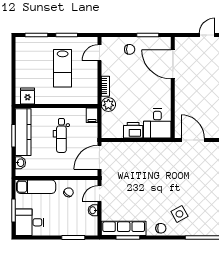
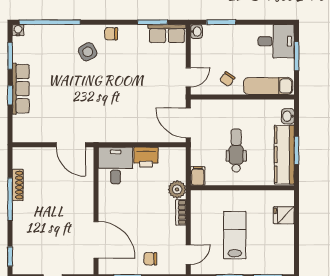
fridge: (28, 96) -> (284, 215), moved, turned 90
door: (99, 157) -> (188, 123), swing flipped
washbasin: (93, 210) -> (196, 32), moved
row of seats: (124, 228) -> (167, 34), width x0.68

